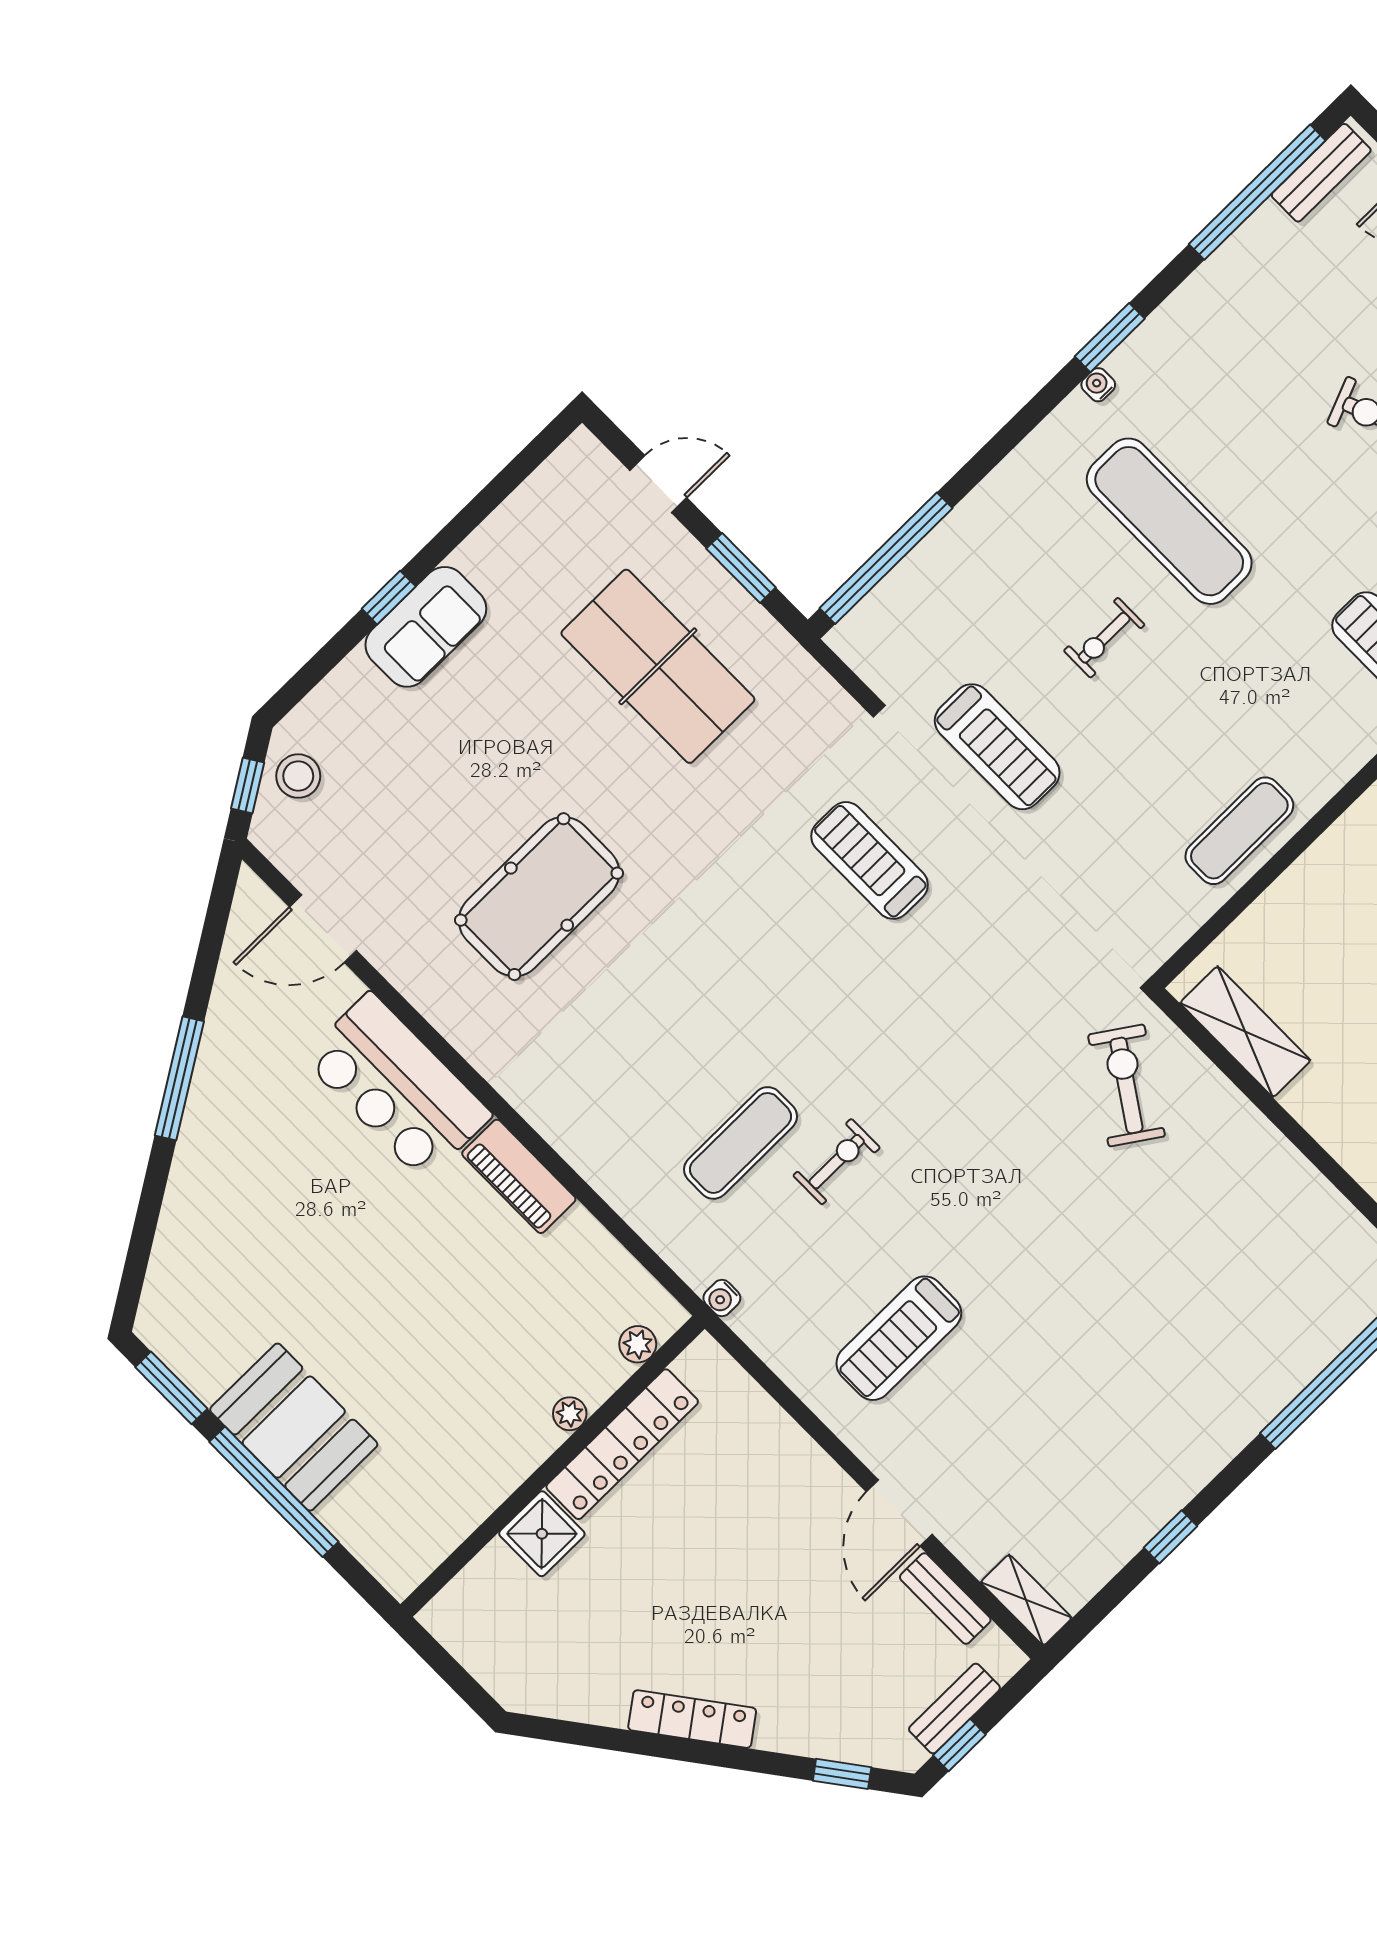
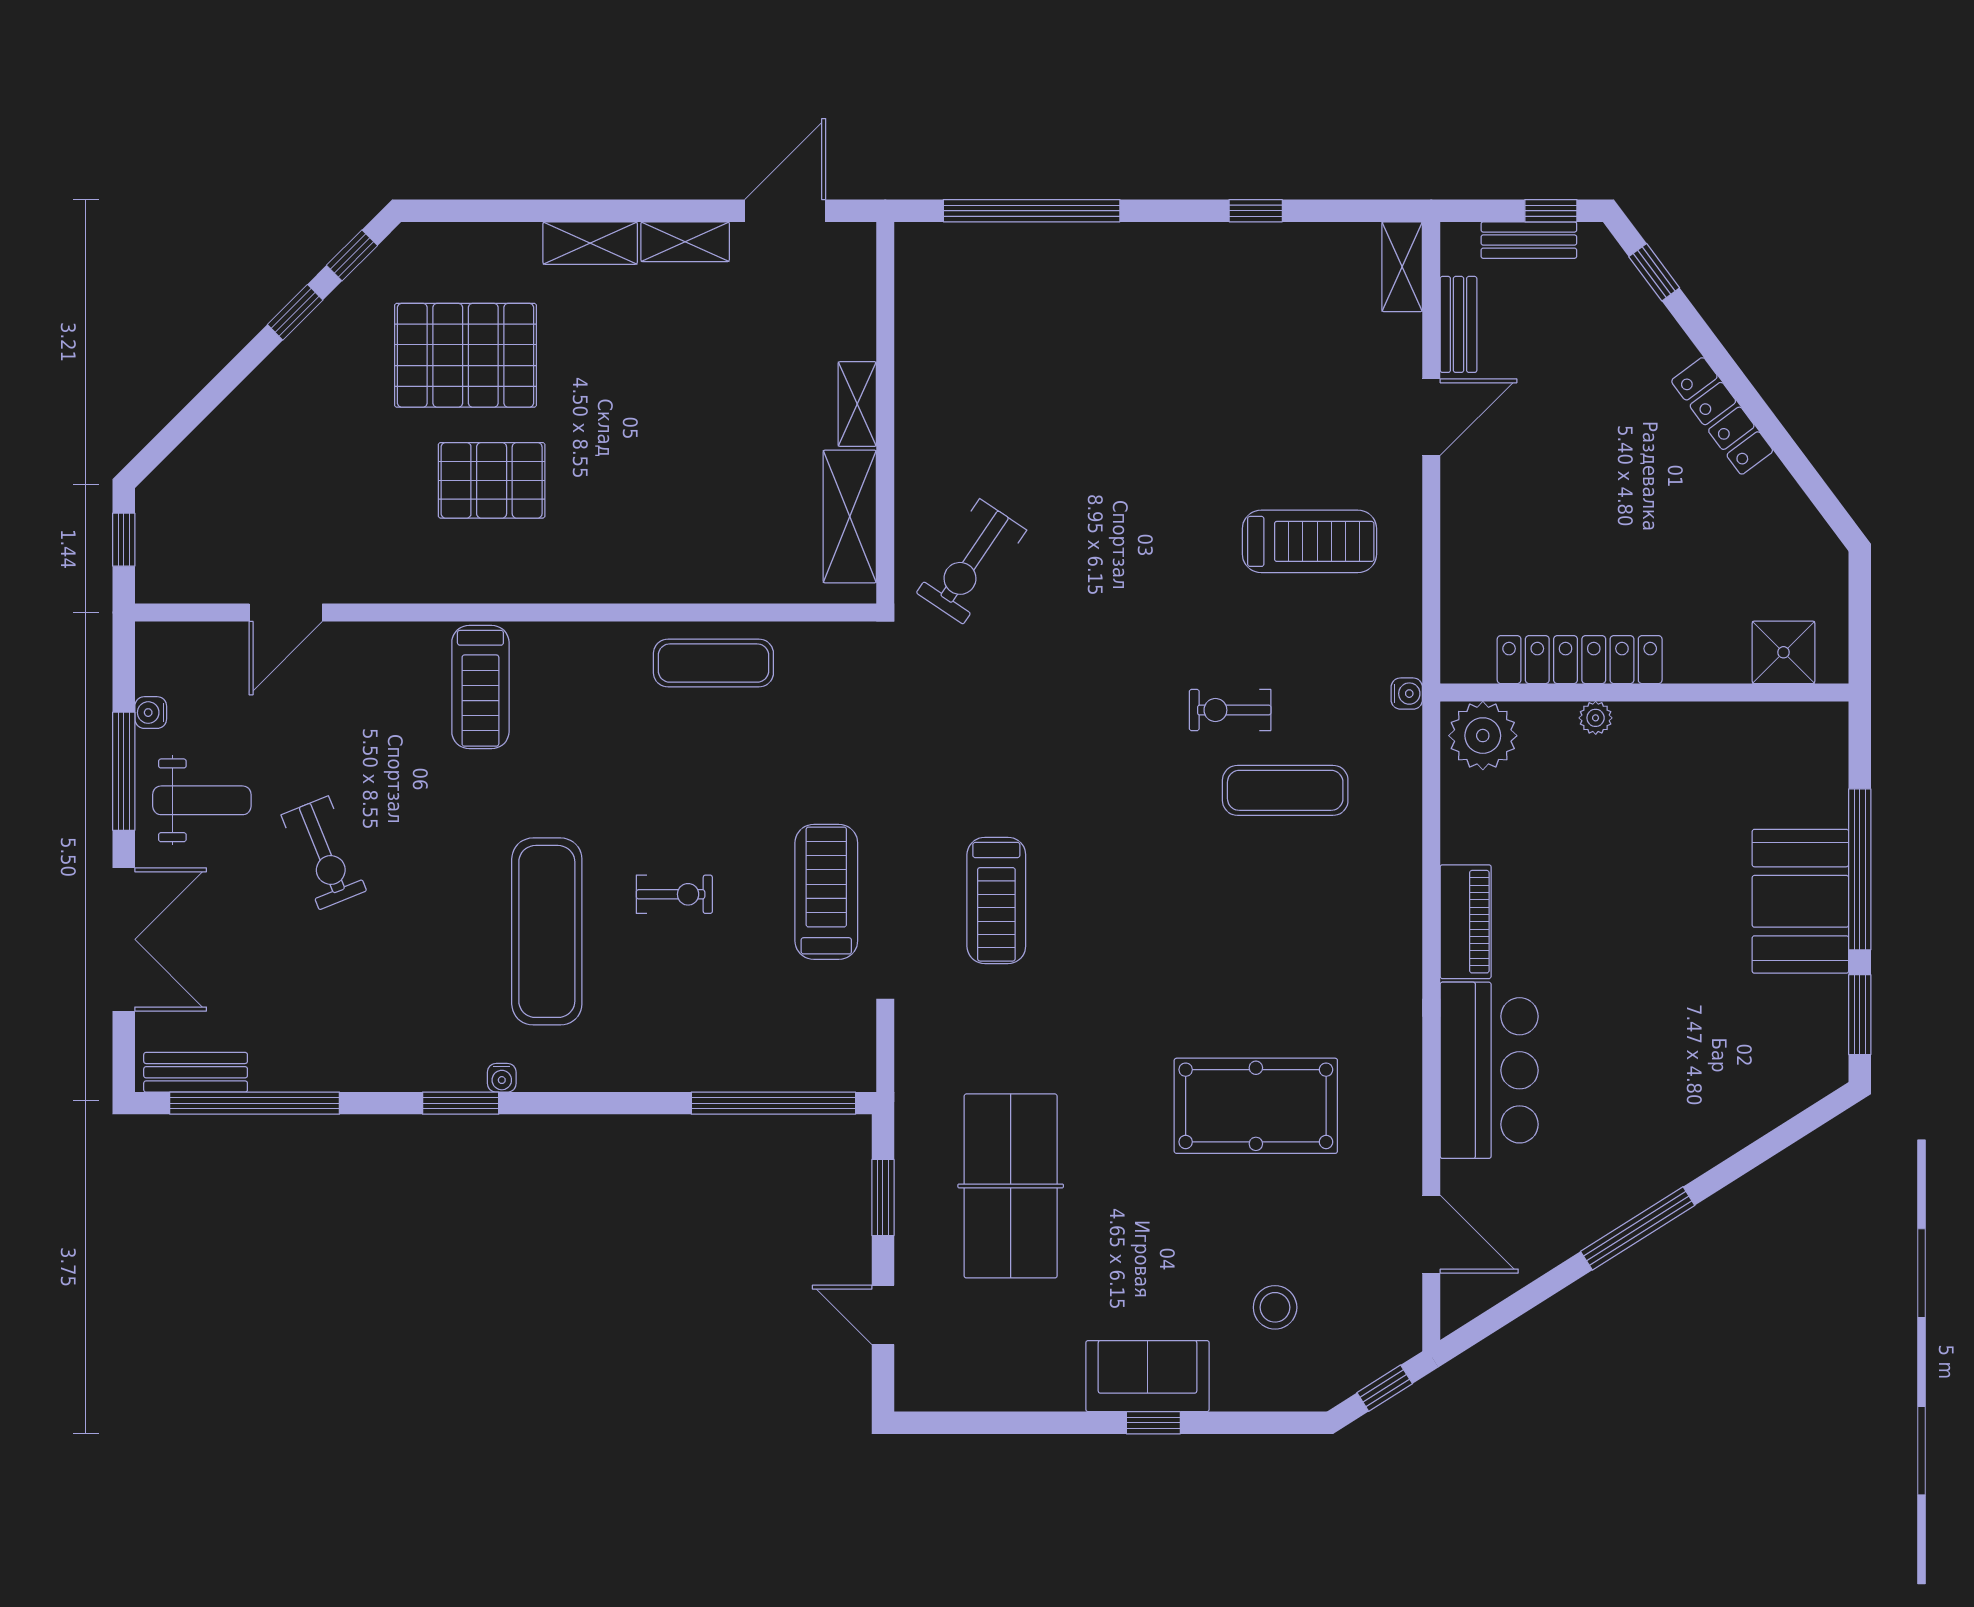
stool: (298, 776) -> (1275, 1307), moved
shelving: (1319, 1117) -> (857, 404), added
plant: (638, 1344) -> (1483, 736), width x1.87, depth x1.87
shower: (542, 1534) -> (1784, 652), moved

